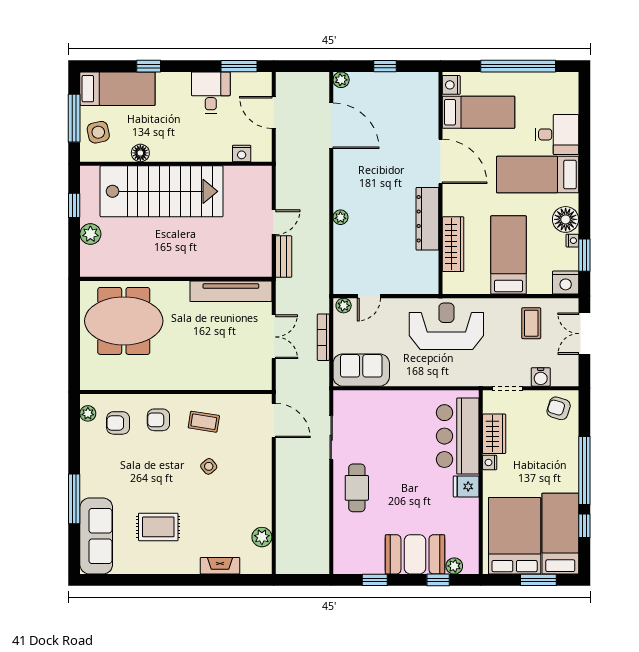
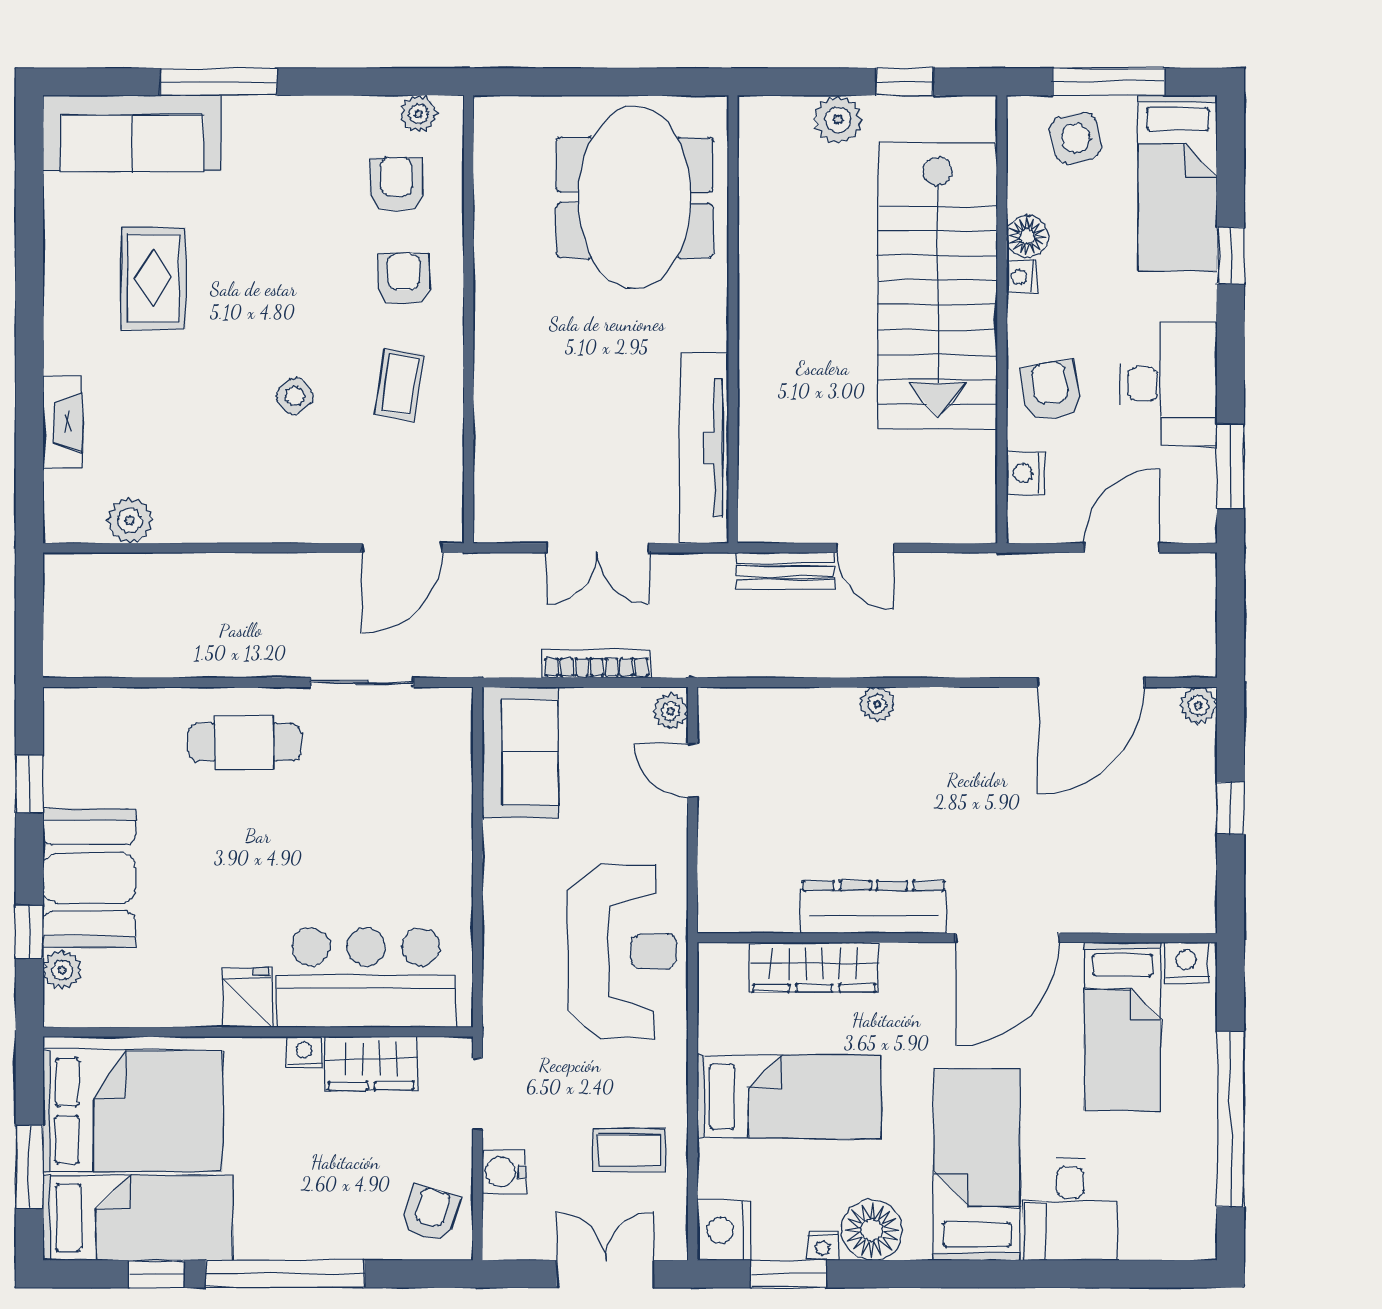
desk: (211, 93) -> (1169, 384), width x1.37
armchair: (206, 143) -> (1051, 390), added
nightstand: (158, 155) -> (1022, 277), added

